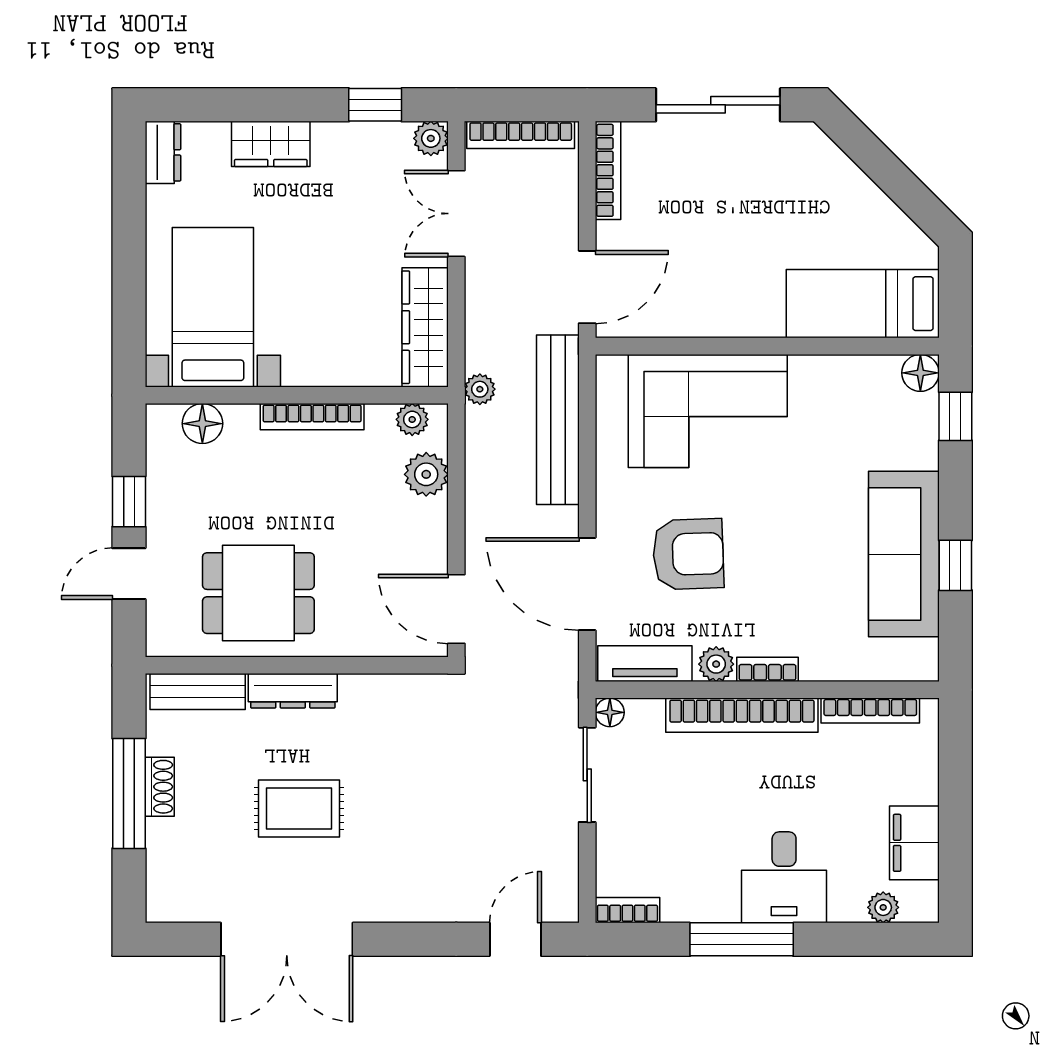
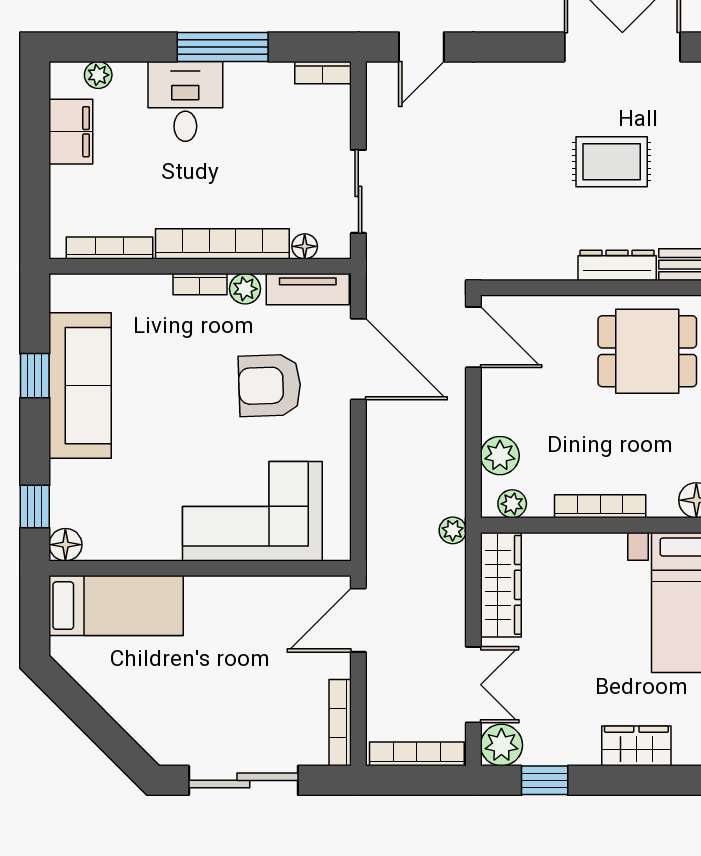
plant: (431, 138) -> (501, 745), width x1.38, depth x1.38
bench: (558, 420) -> (384, 503), removed
floor lamp: (610, 712) -> (305, 246), moved

